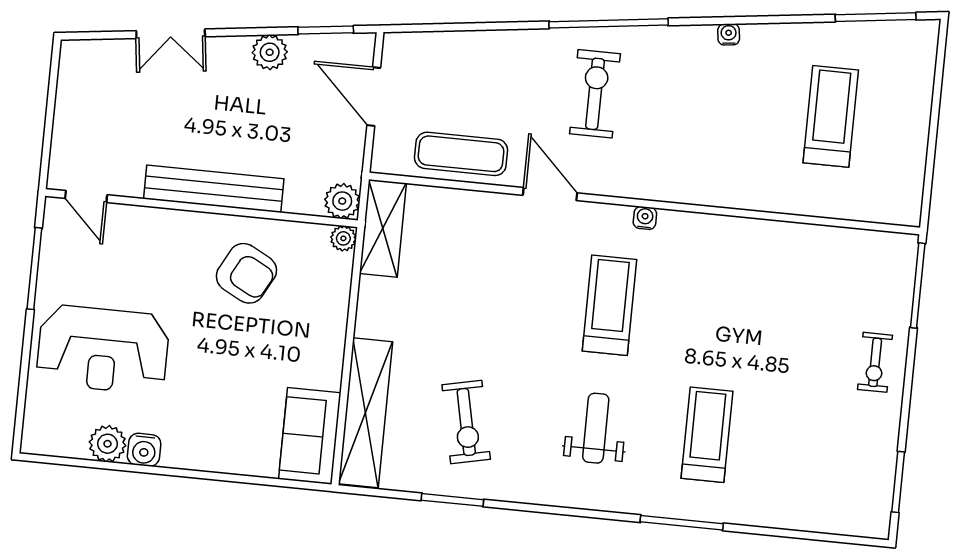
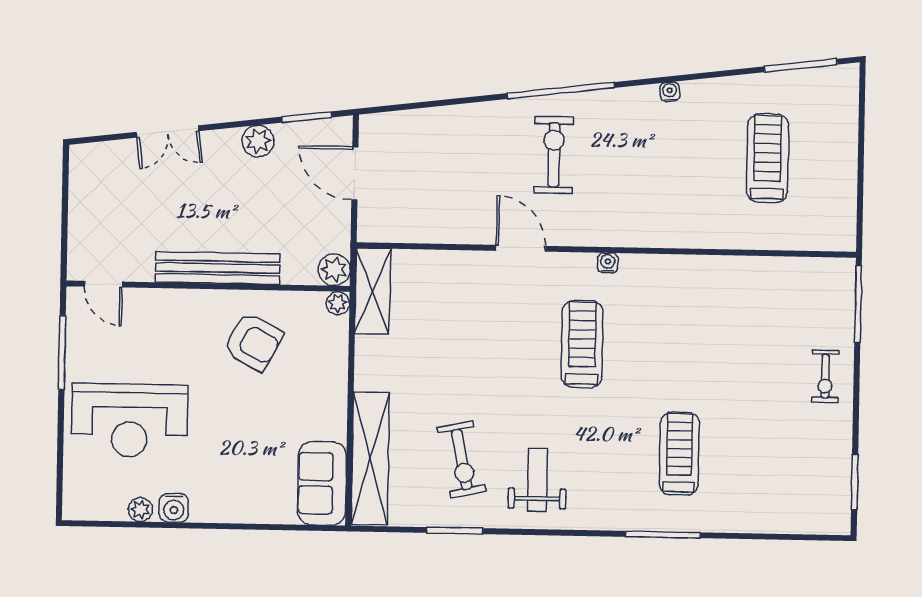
exercise mat: (461, 154) -> (438, 219), removed
weight bench: (596, 428) -> (537, 480), moved
plant: (107, 444) -> (140, 510), width x0.73, depth x0.73

